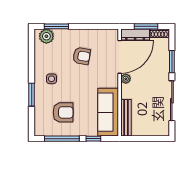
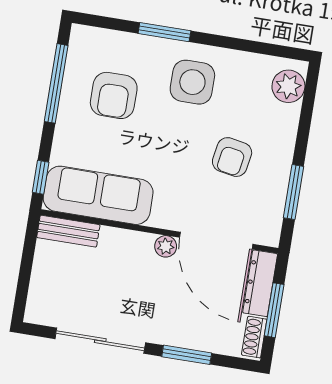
window: (56, 26) -> (293, 192), moved
side table: (51, 79) -> (192, 82), width x1.87, depth x1.87
bench: (126, 118) -> (68, 231), width x0.73
window: (93, 139) -> (41, 177), moved

